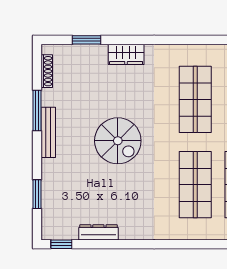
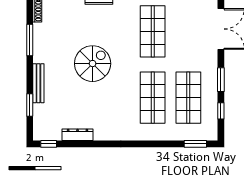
bench: (48, 132) -> (38, 83), moved
spiral stairs: (118, 141) -> (93, 64), turned -90

